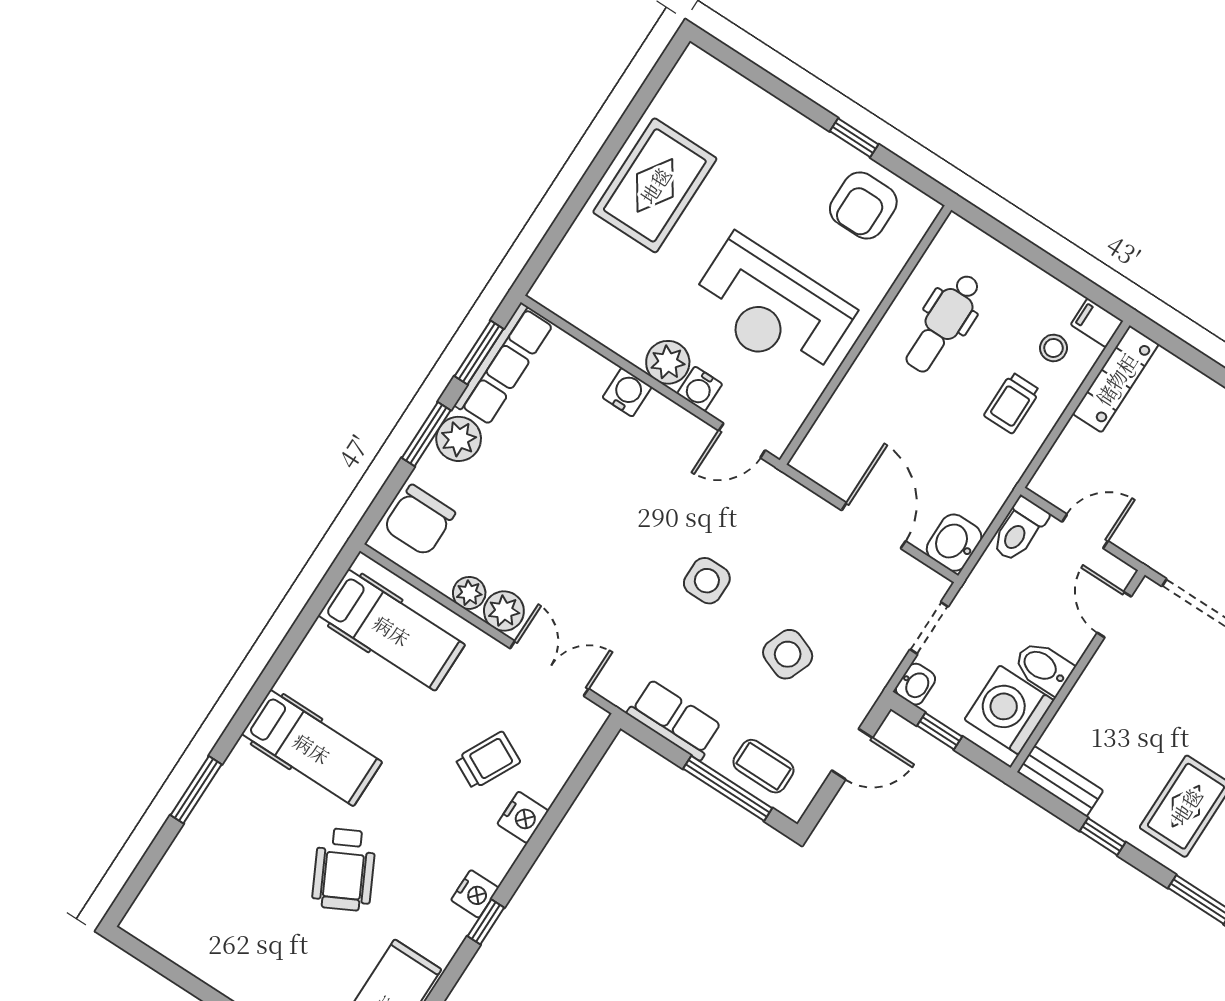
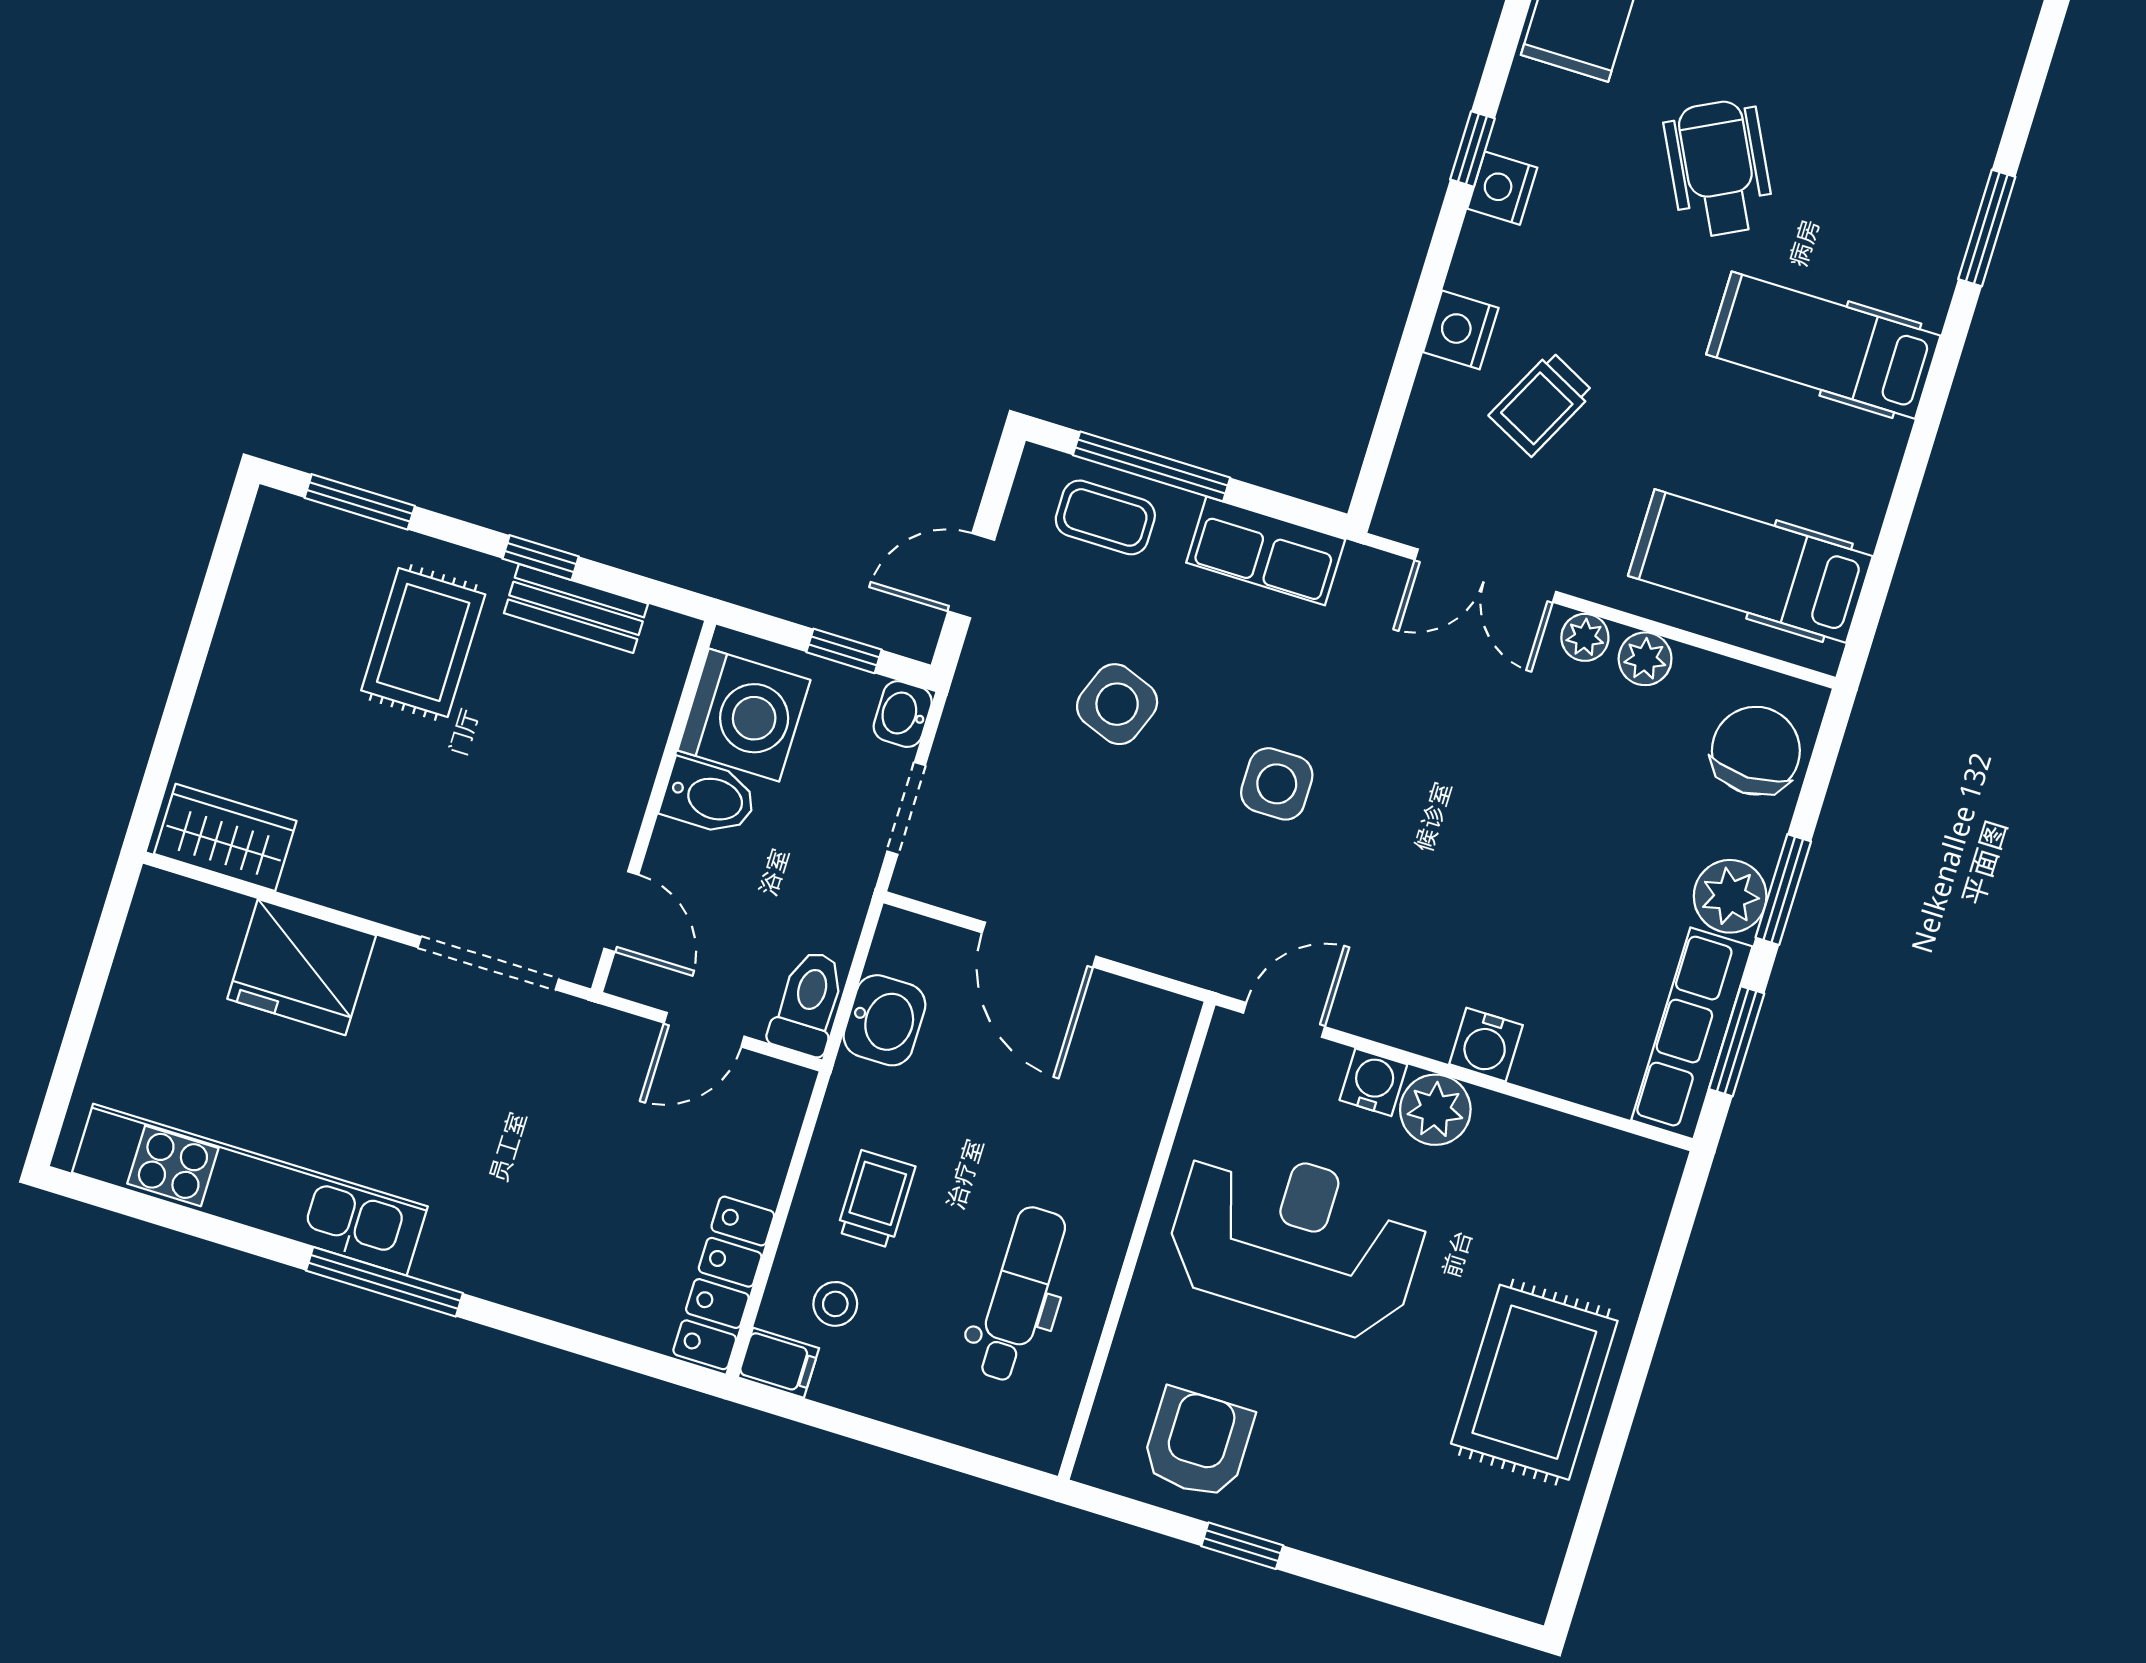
washbasin: (954, 543) -> (884, 1020), moved
plant: (504, 611) -> (1585, 637), width x0.73, depth x0.73
bench: (1060, 781) -> (576, 608), moved

